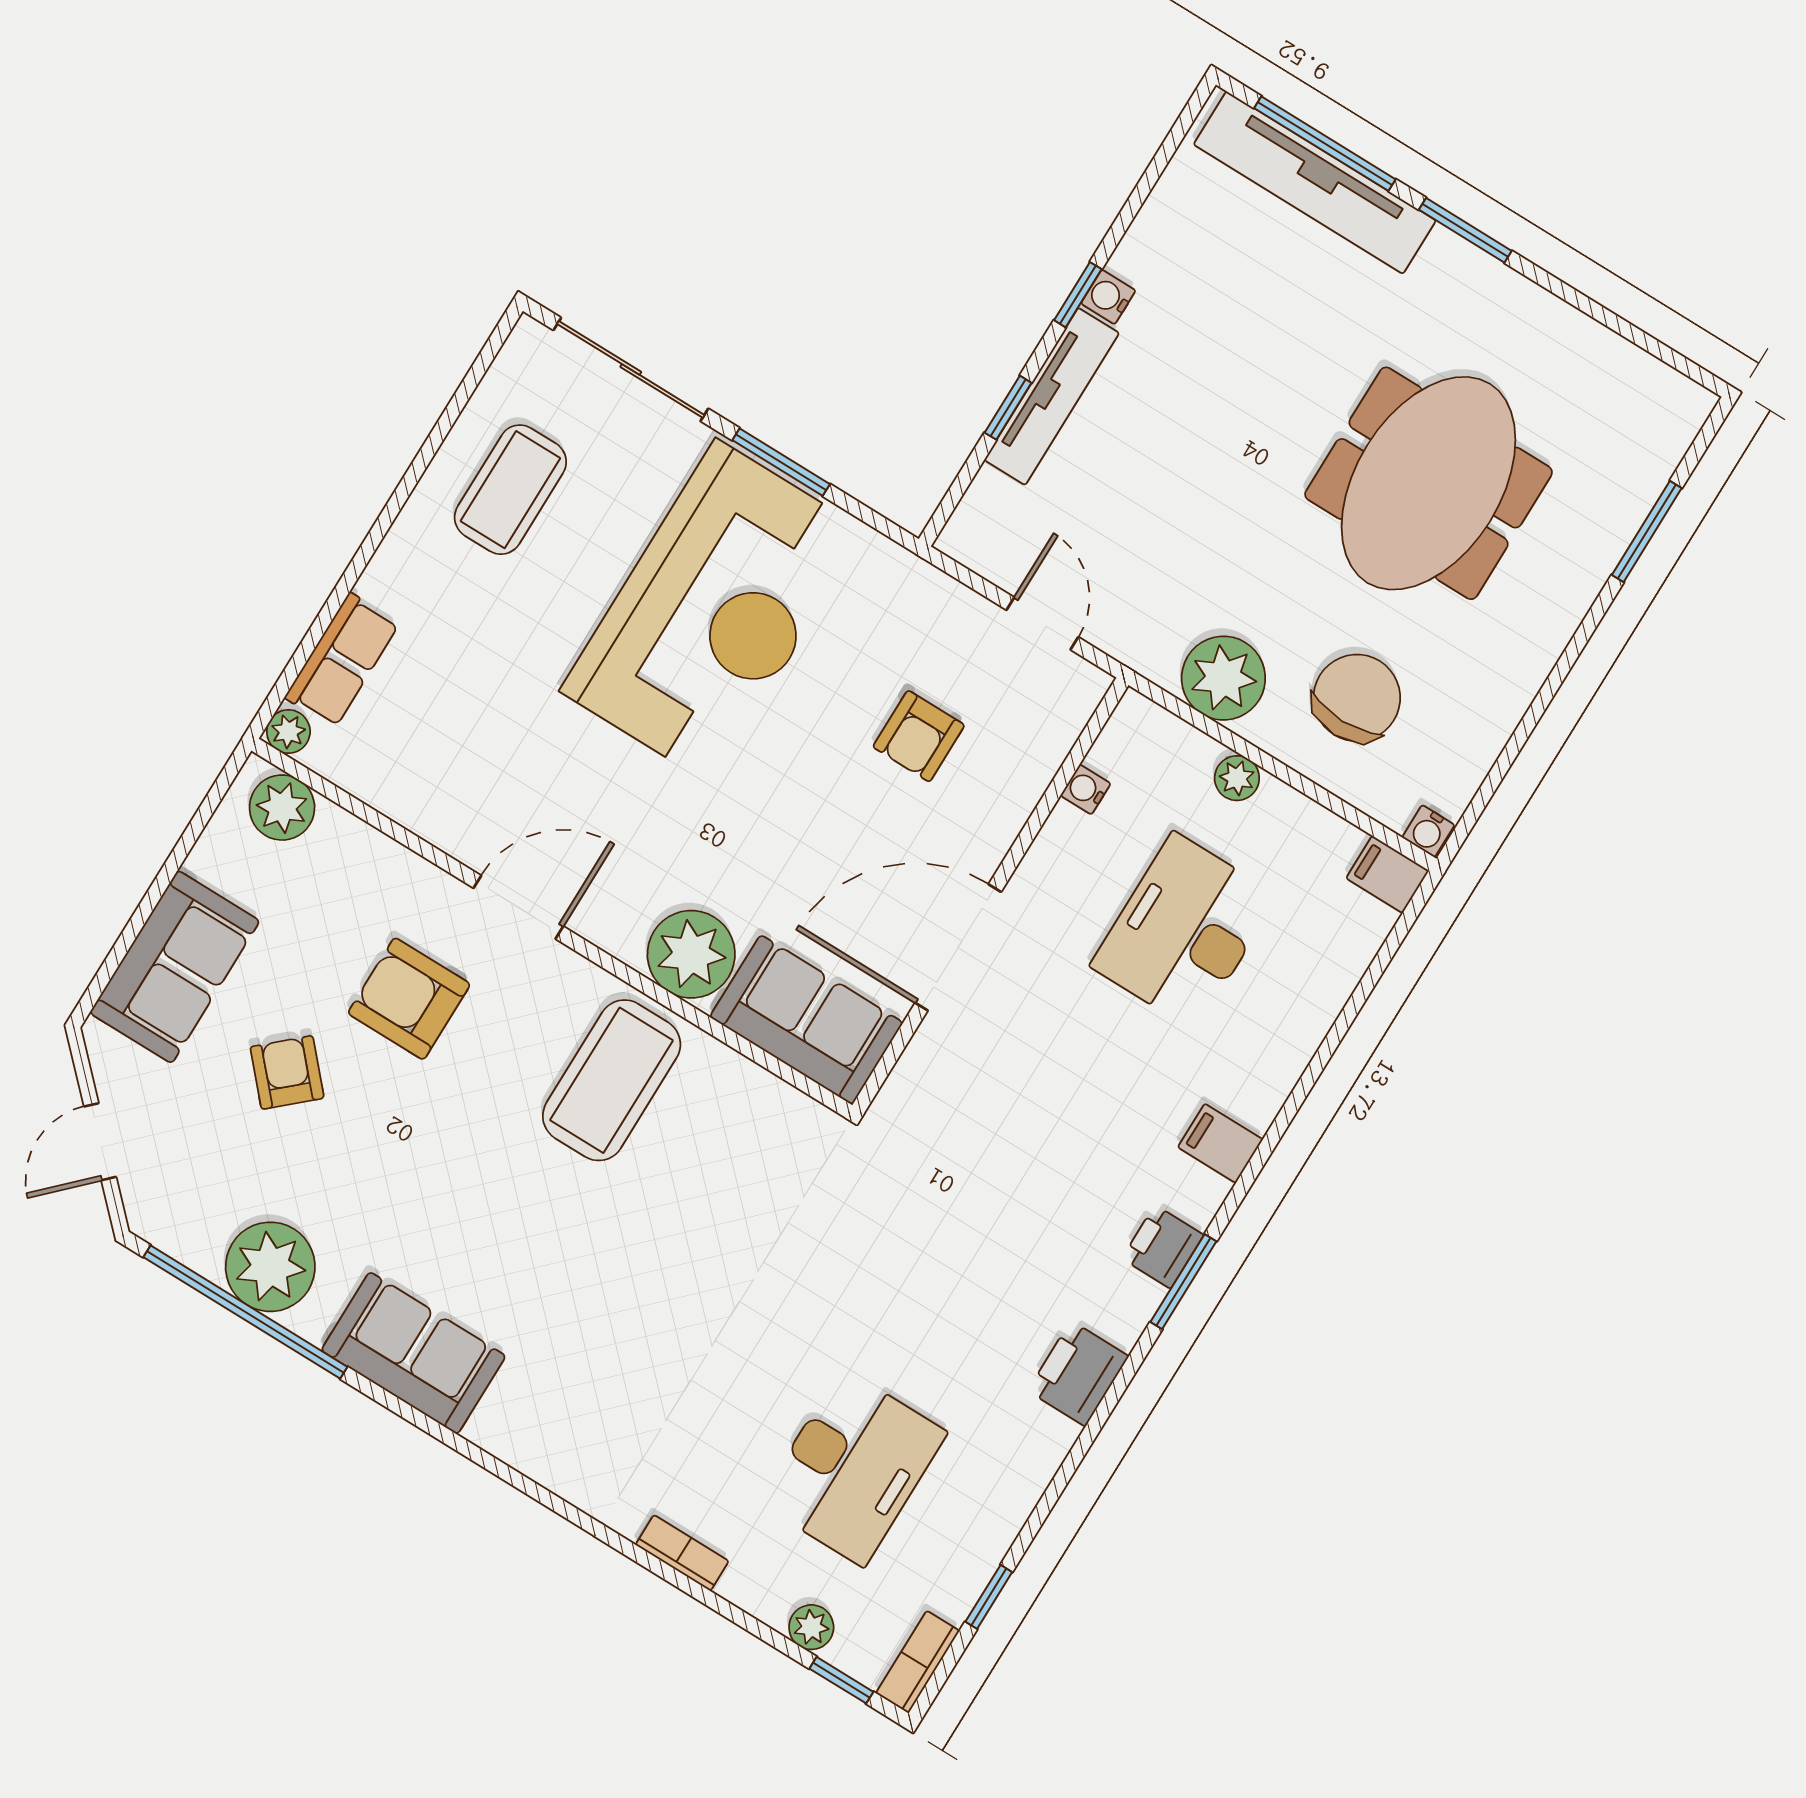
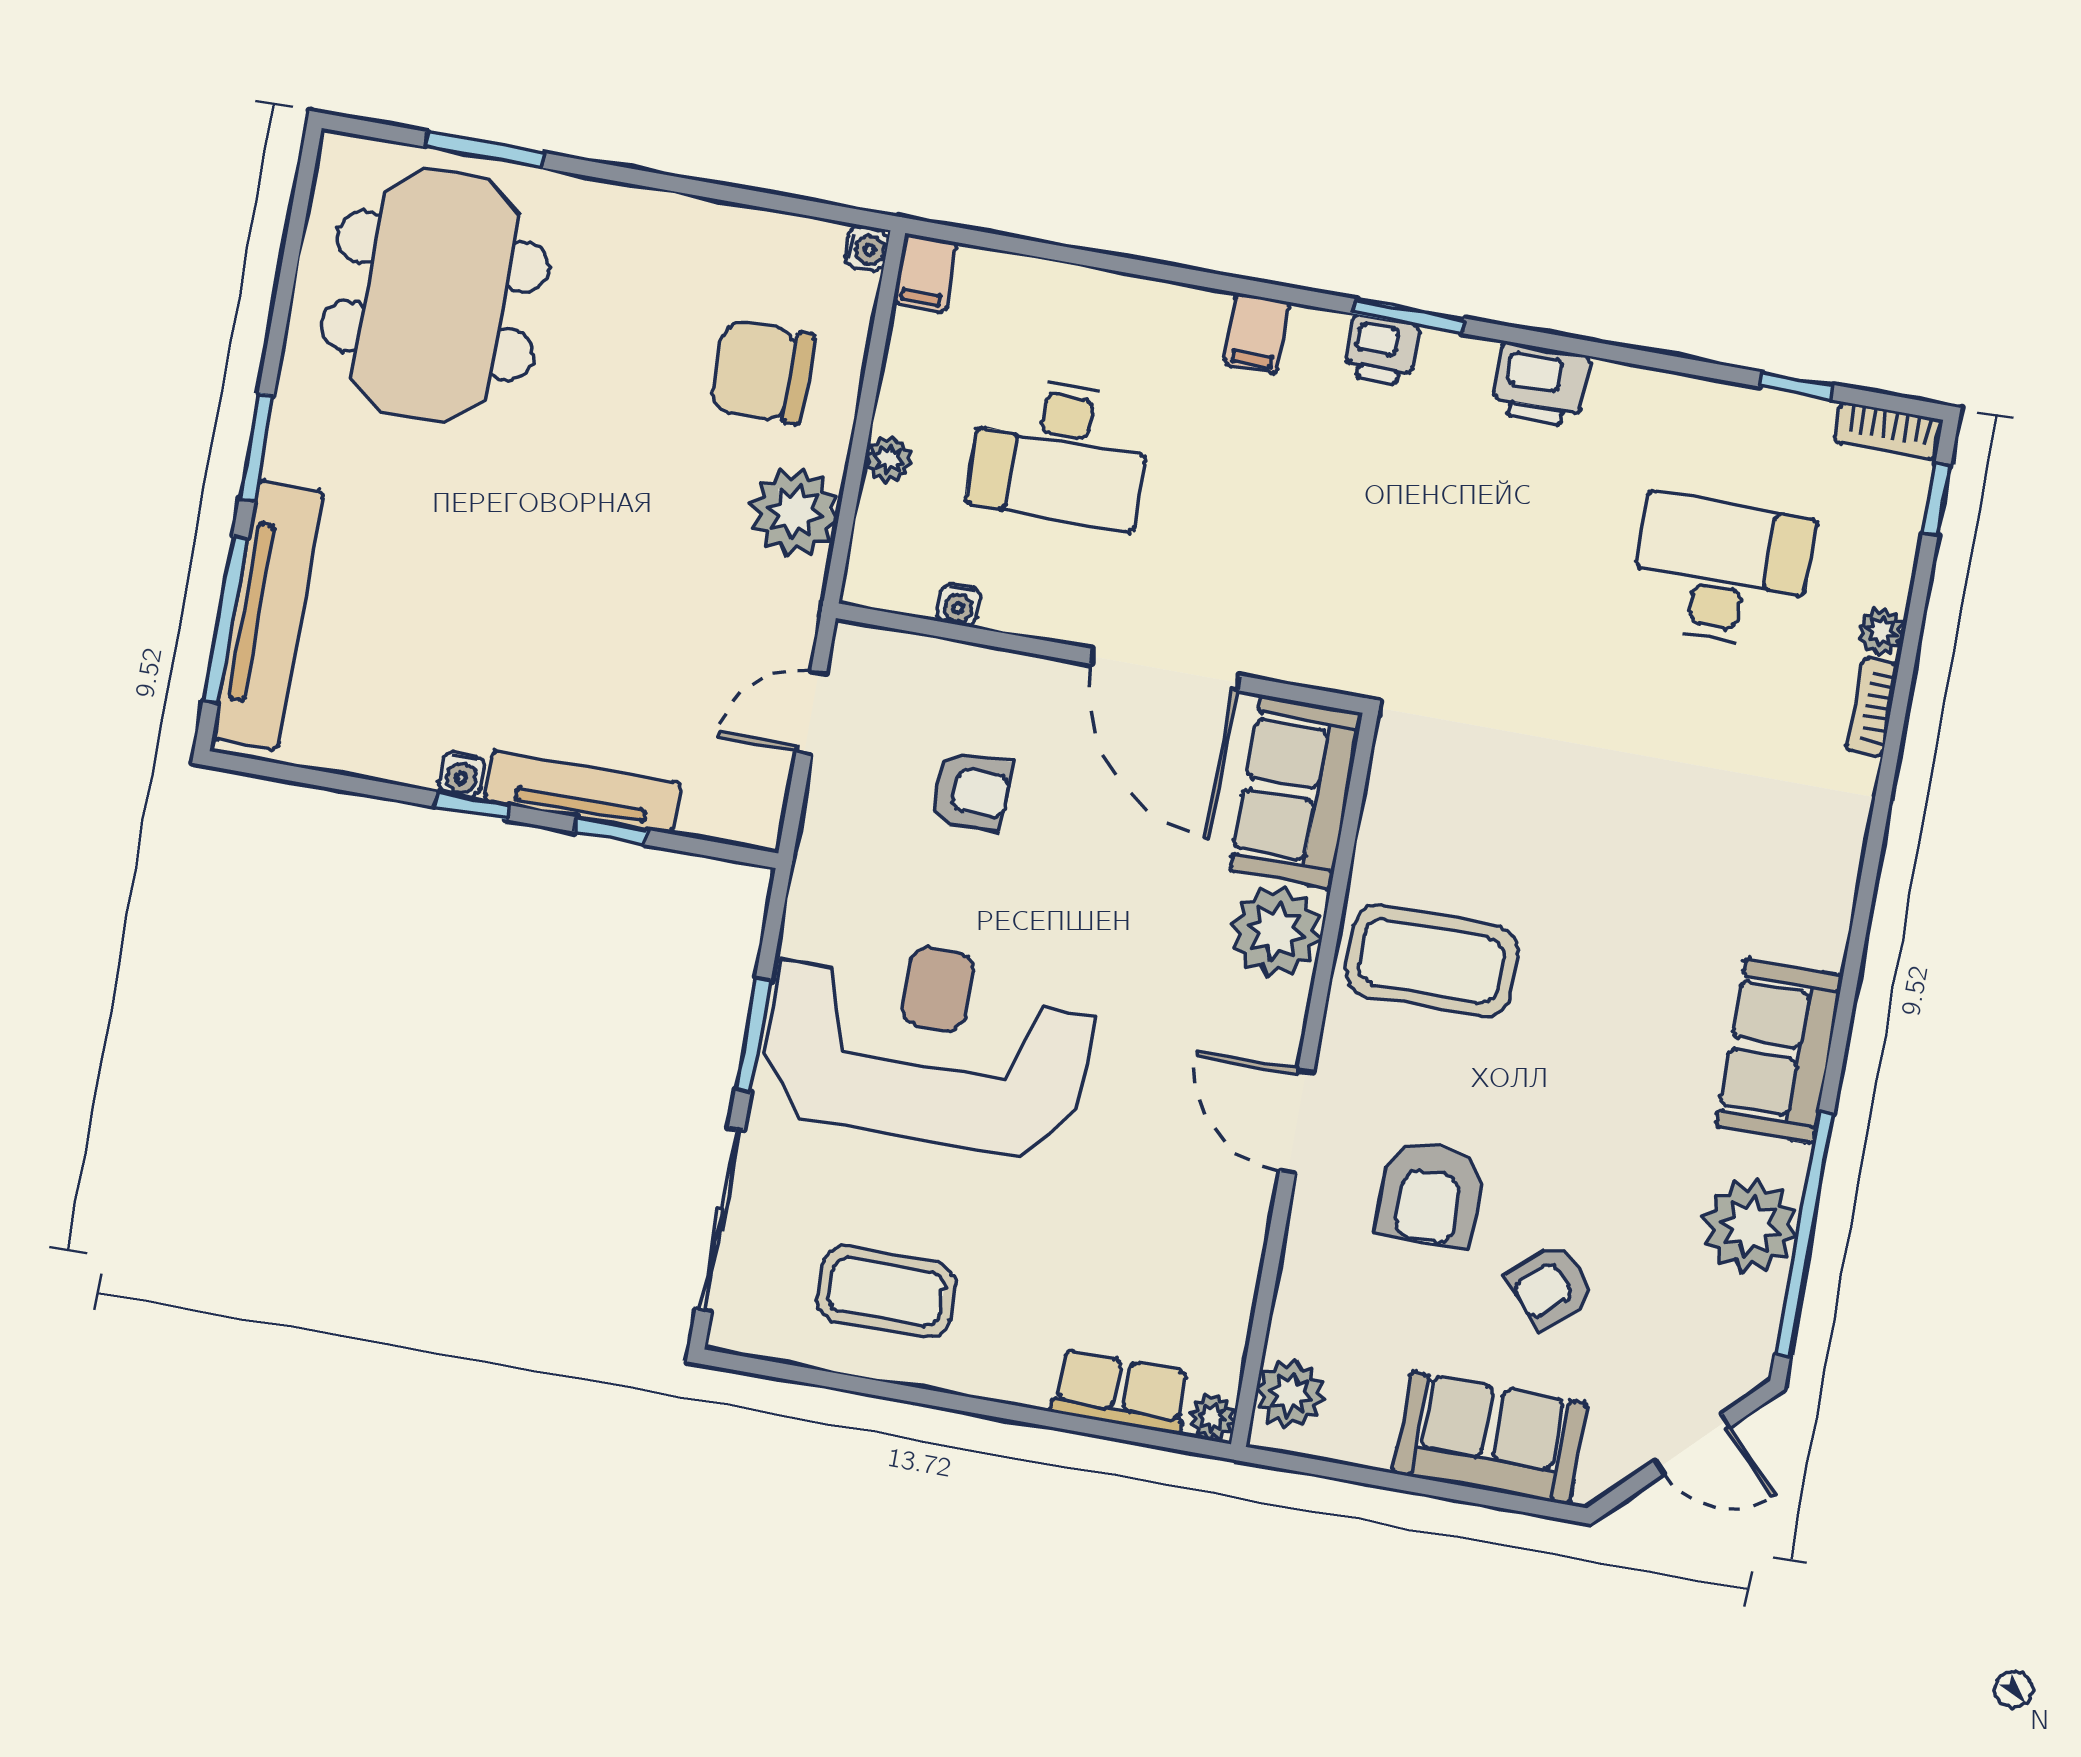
meeting table: (1429, 483) -> (435, 296), moved, turned 90
plant: (811, 1627) -> (1881, 631), moved

